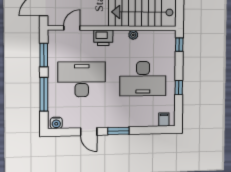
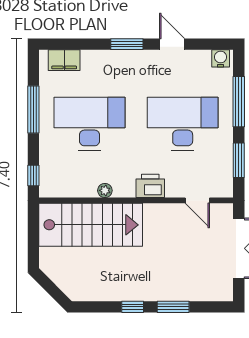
door: (72, 28) -> (197, 200), hinge flipped
desk: (82, 79) -> (183, 124), turned 180
window: (179, 87) -> (33, 109), width x2.17
filing cabinet: (164, 120) -> (64, 60), width x2.00

